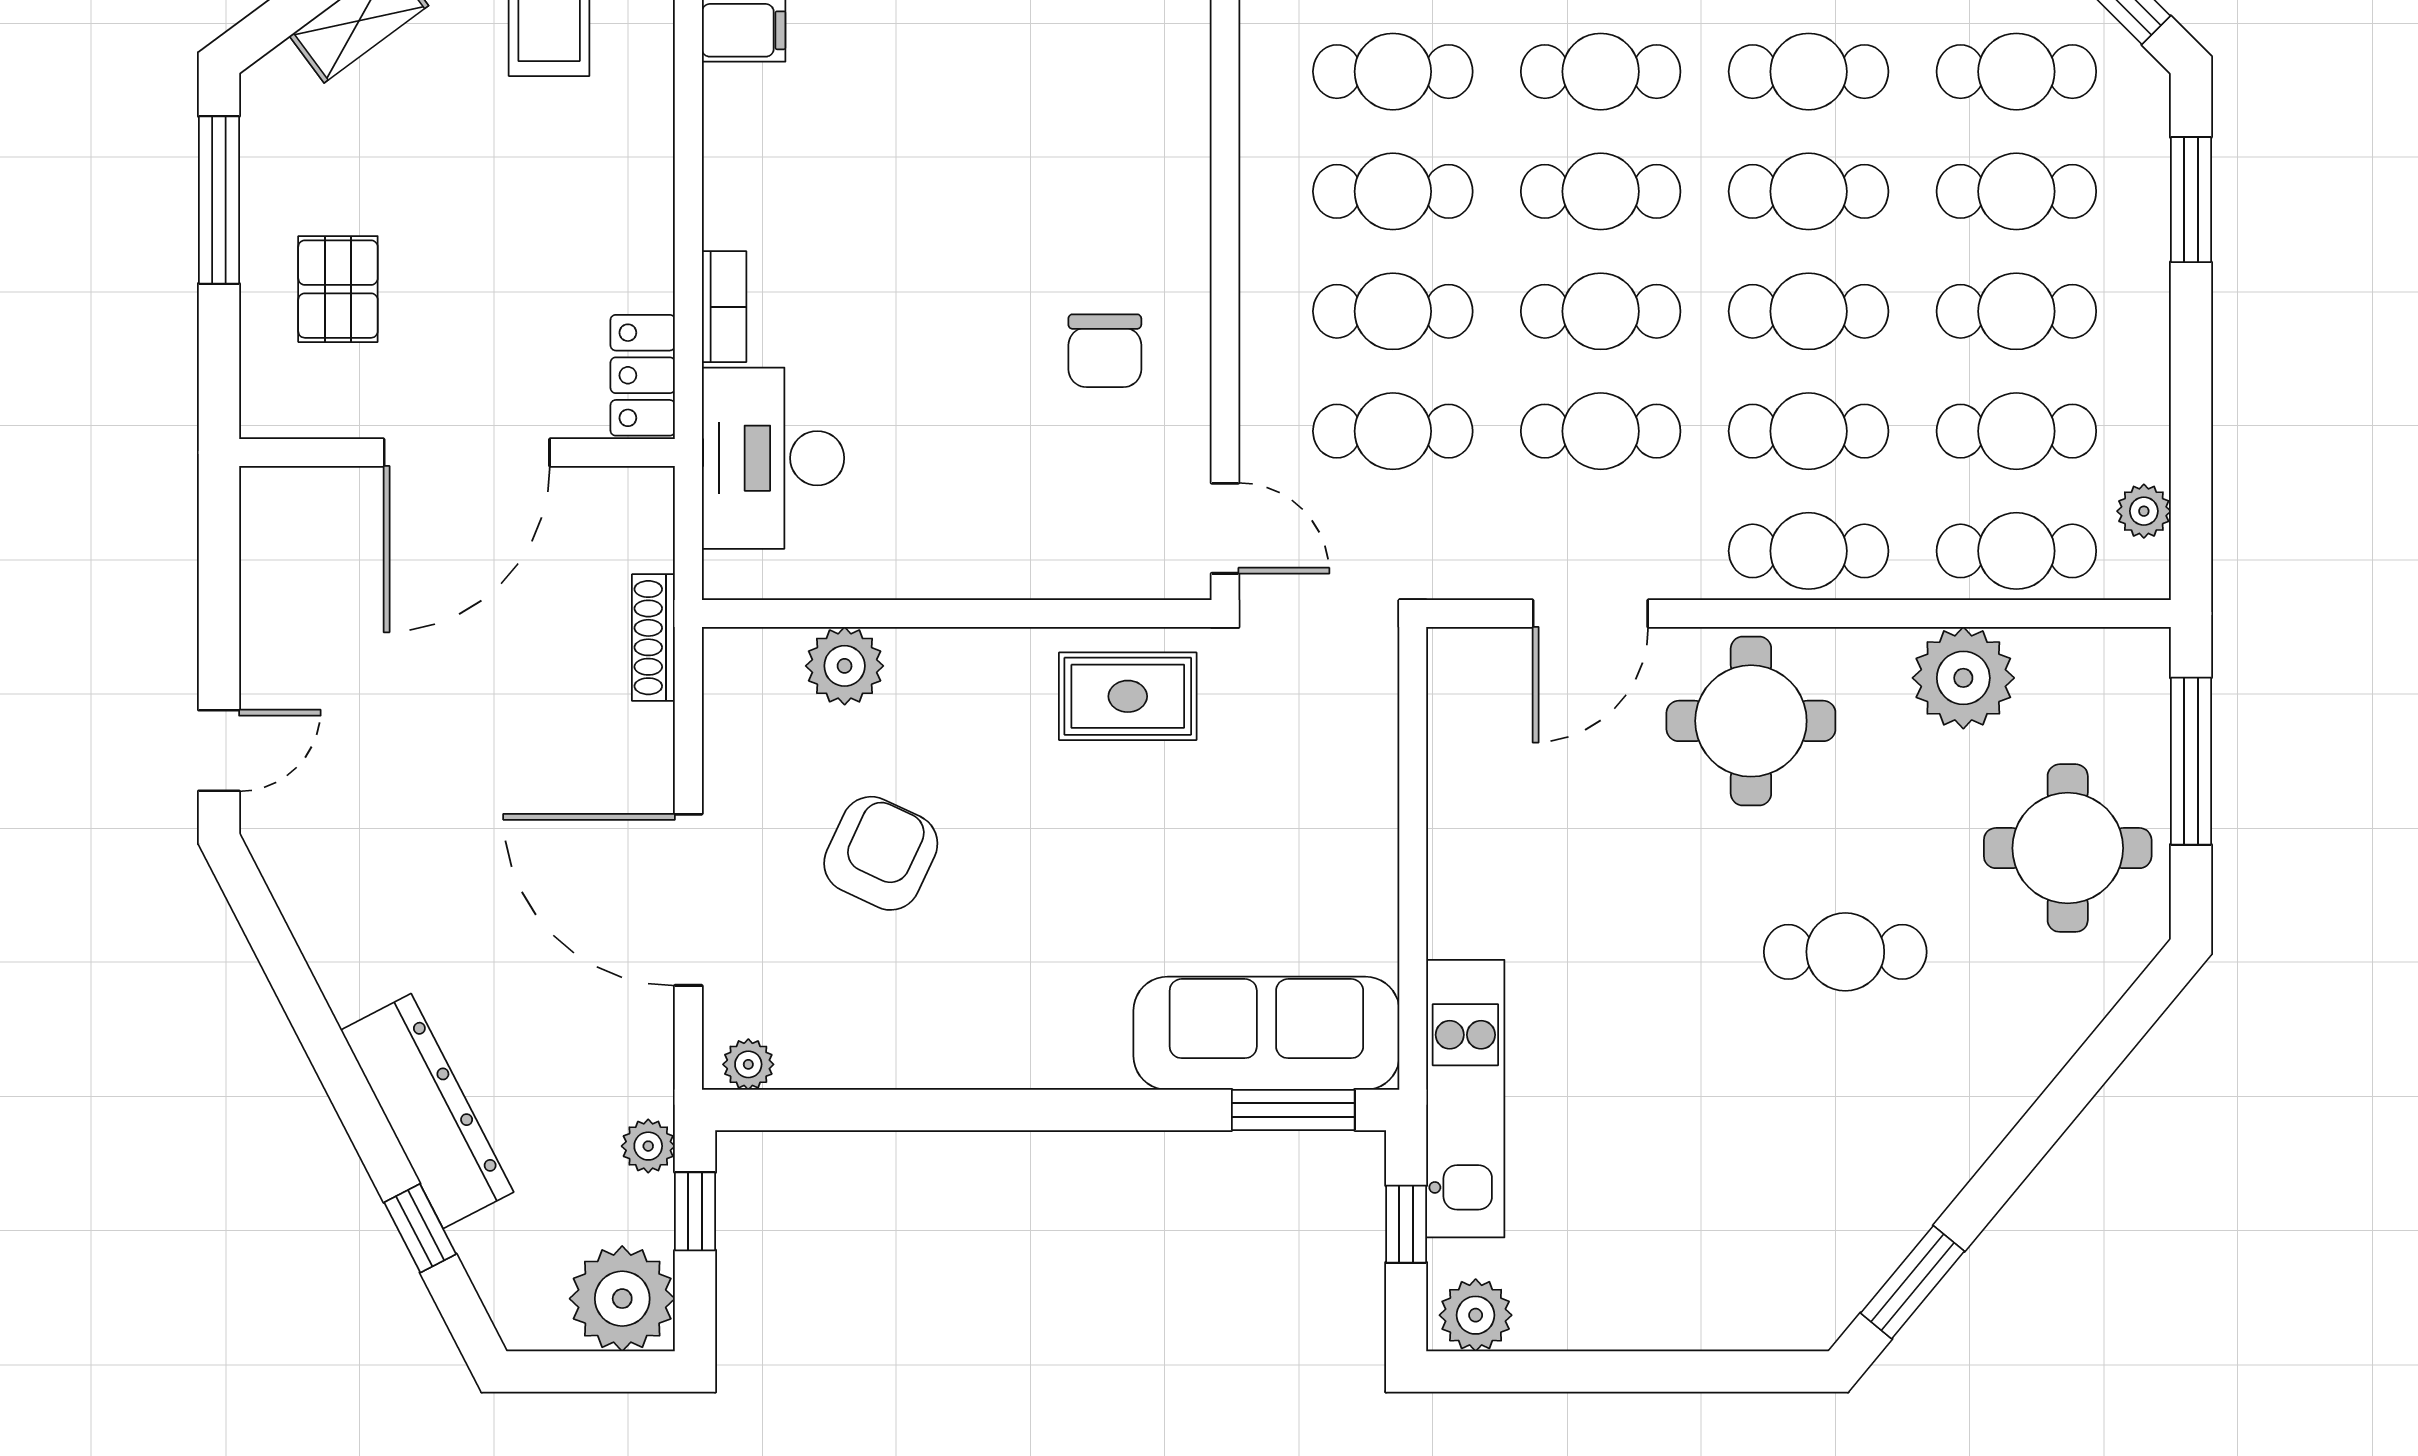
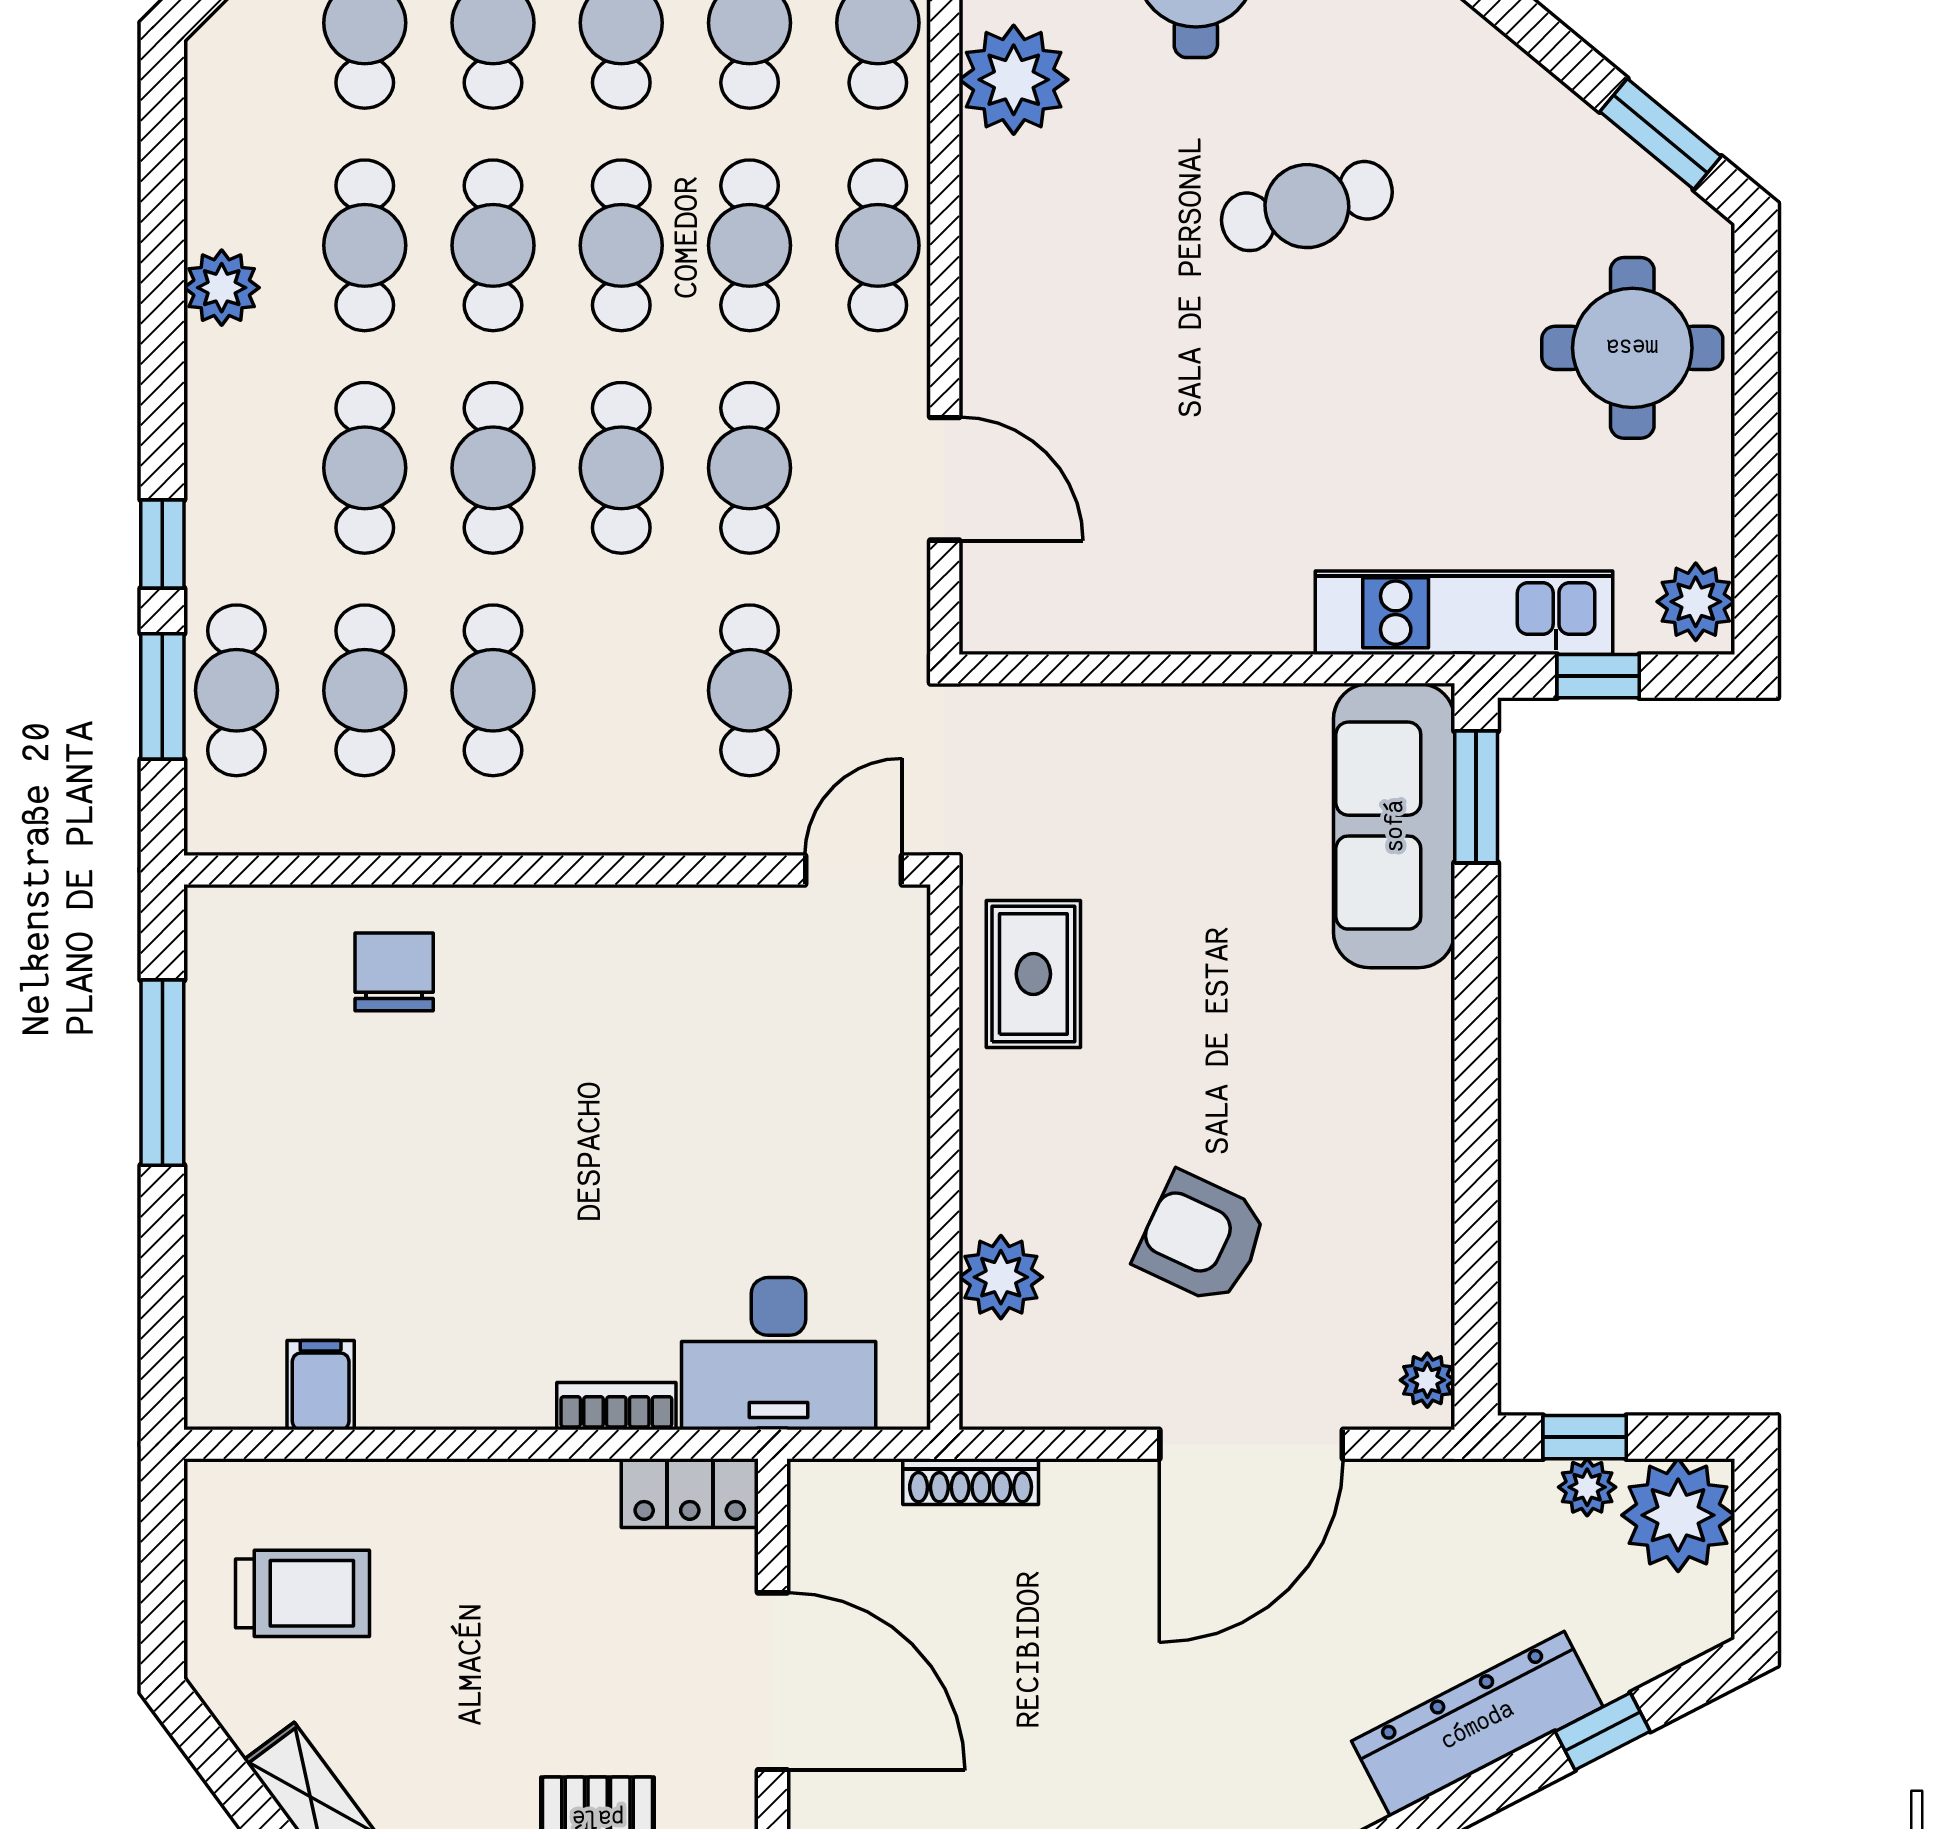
cafe table: (1393, 311) -> (621, 690), removed
chair: (1105, 351) -> (394, 972), moved, turned -90
round table: (1751, 721) -> (1632, 348), moved
cafe table: (1845, 952) -> (1307, 206), turned 75
plant: (648, 1146) -> (1587, 1487), moved

